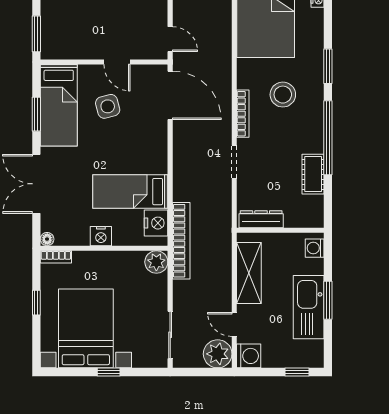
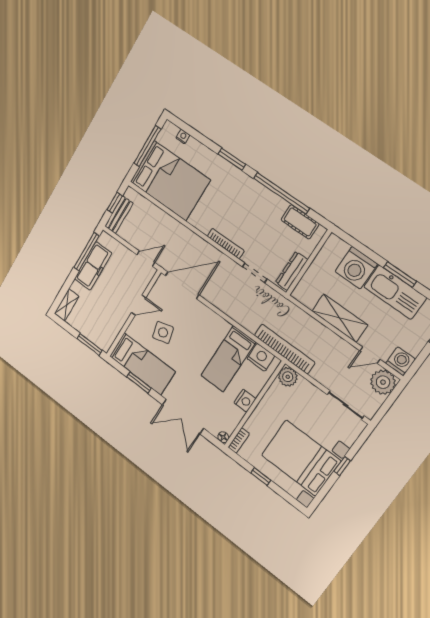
stool: (283, 95) -> (231, 206), removed
dresser: (261, 219) -> (292, 271), moved
wall: (280, 230) -> (309, 263), moved
washing machine: (315, 248) -> (356, 268), width x1.89, depth x1.89

